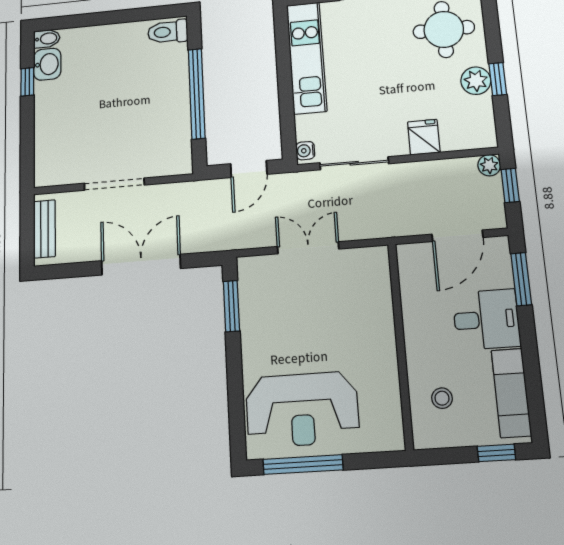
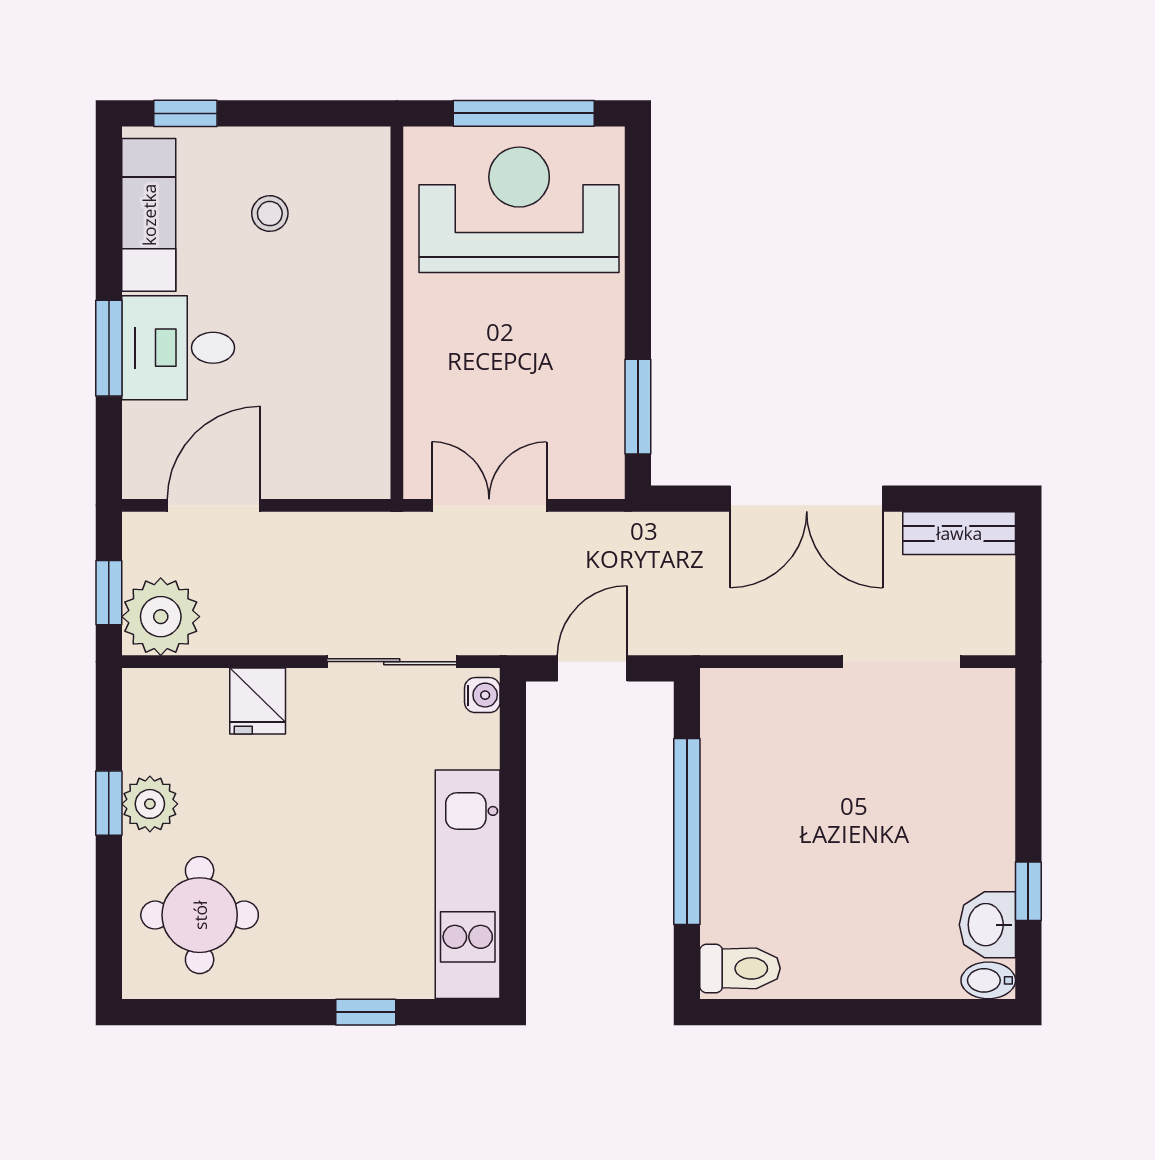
plant: (489, 165) -> (161, 617), width x1.88, depth x1.88
doorway: (114, 184) -> (902, 662), moved
bench: (44, 229) -> (959, 533), moved, turned 90
double door: (308, 248) -> (489, 505), swing flipped
window: (521, 279) -> (109, 348), moved
wall: (401, 345) -> (397, 313), moved

